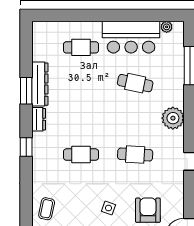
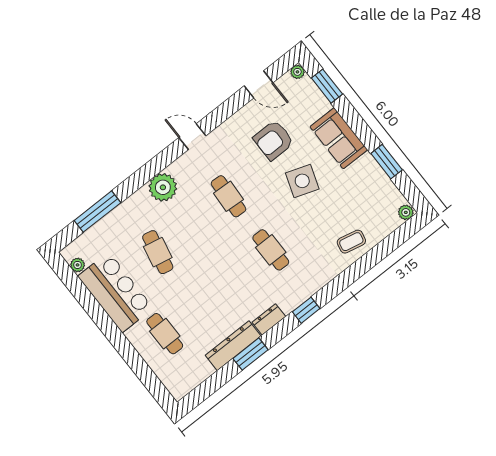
side table: (108, 208) -> (302, 181), width x1.87, depth x1.87

